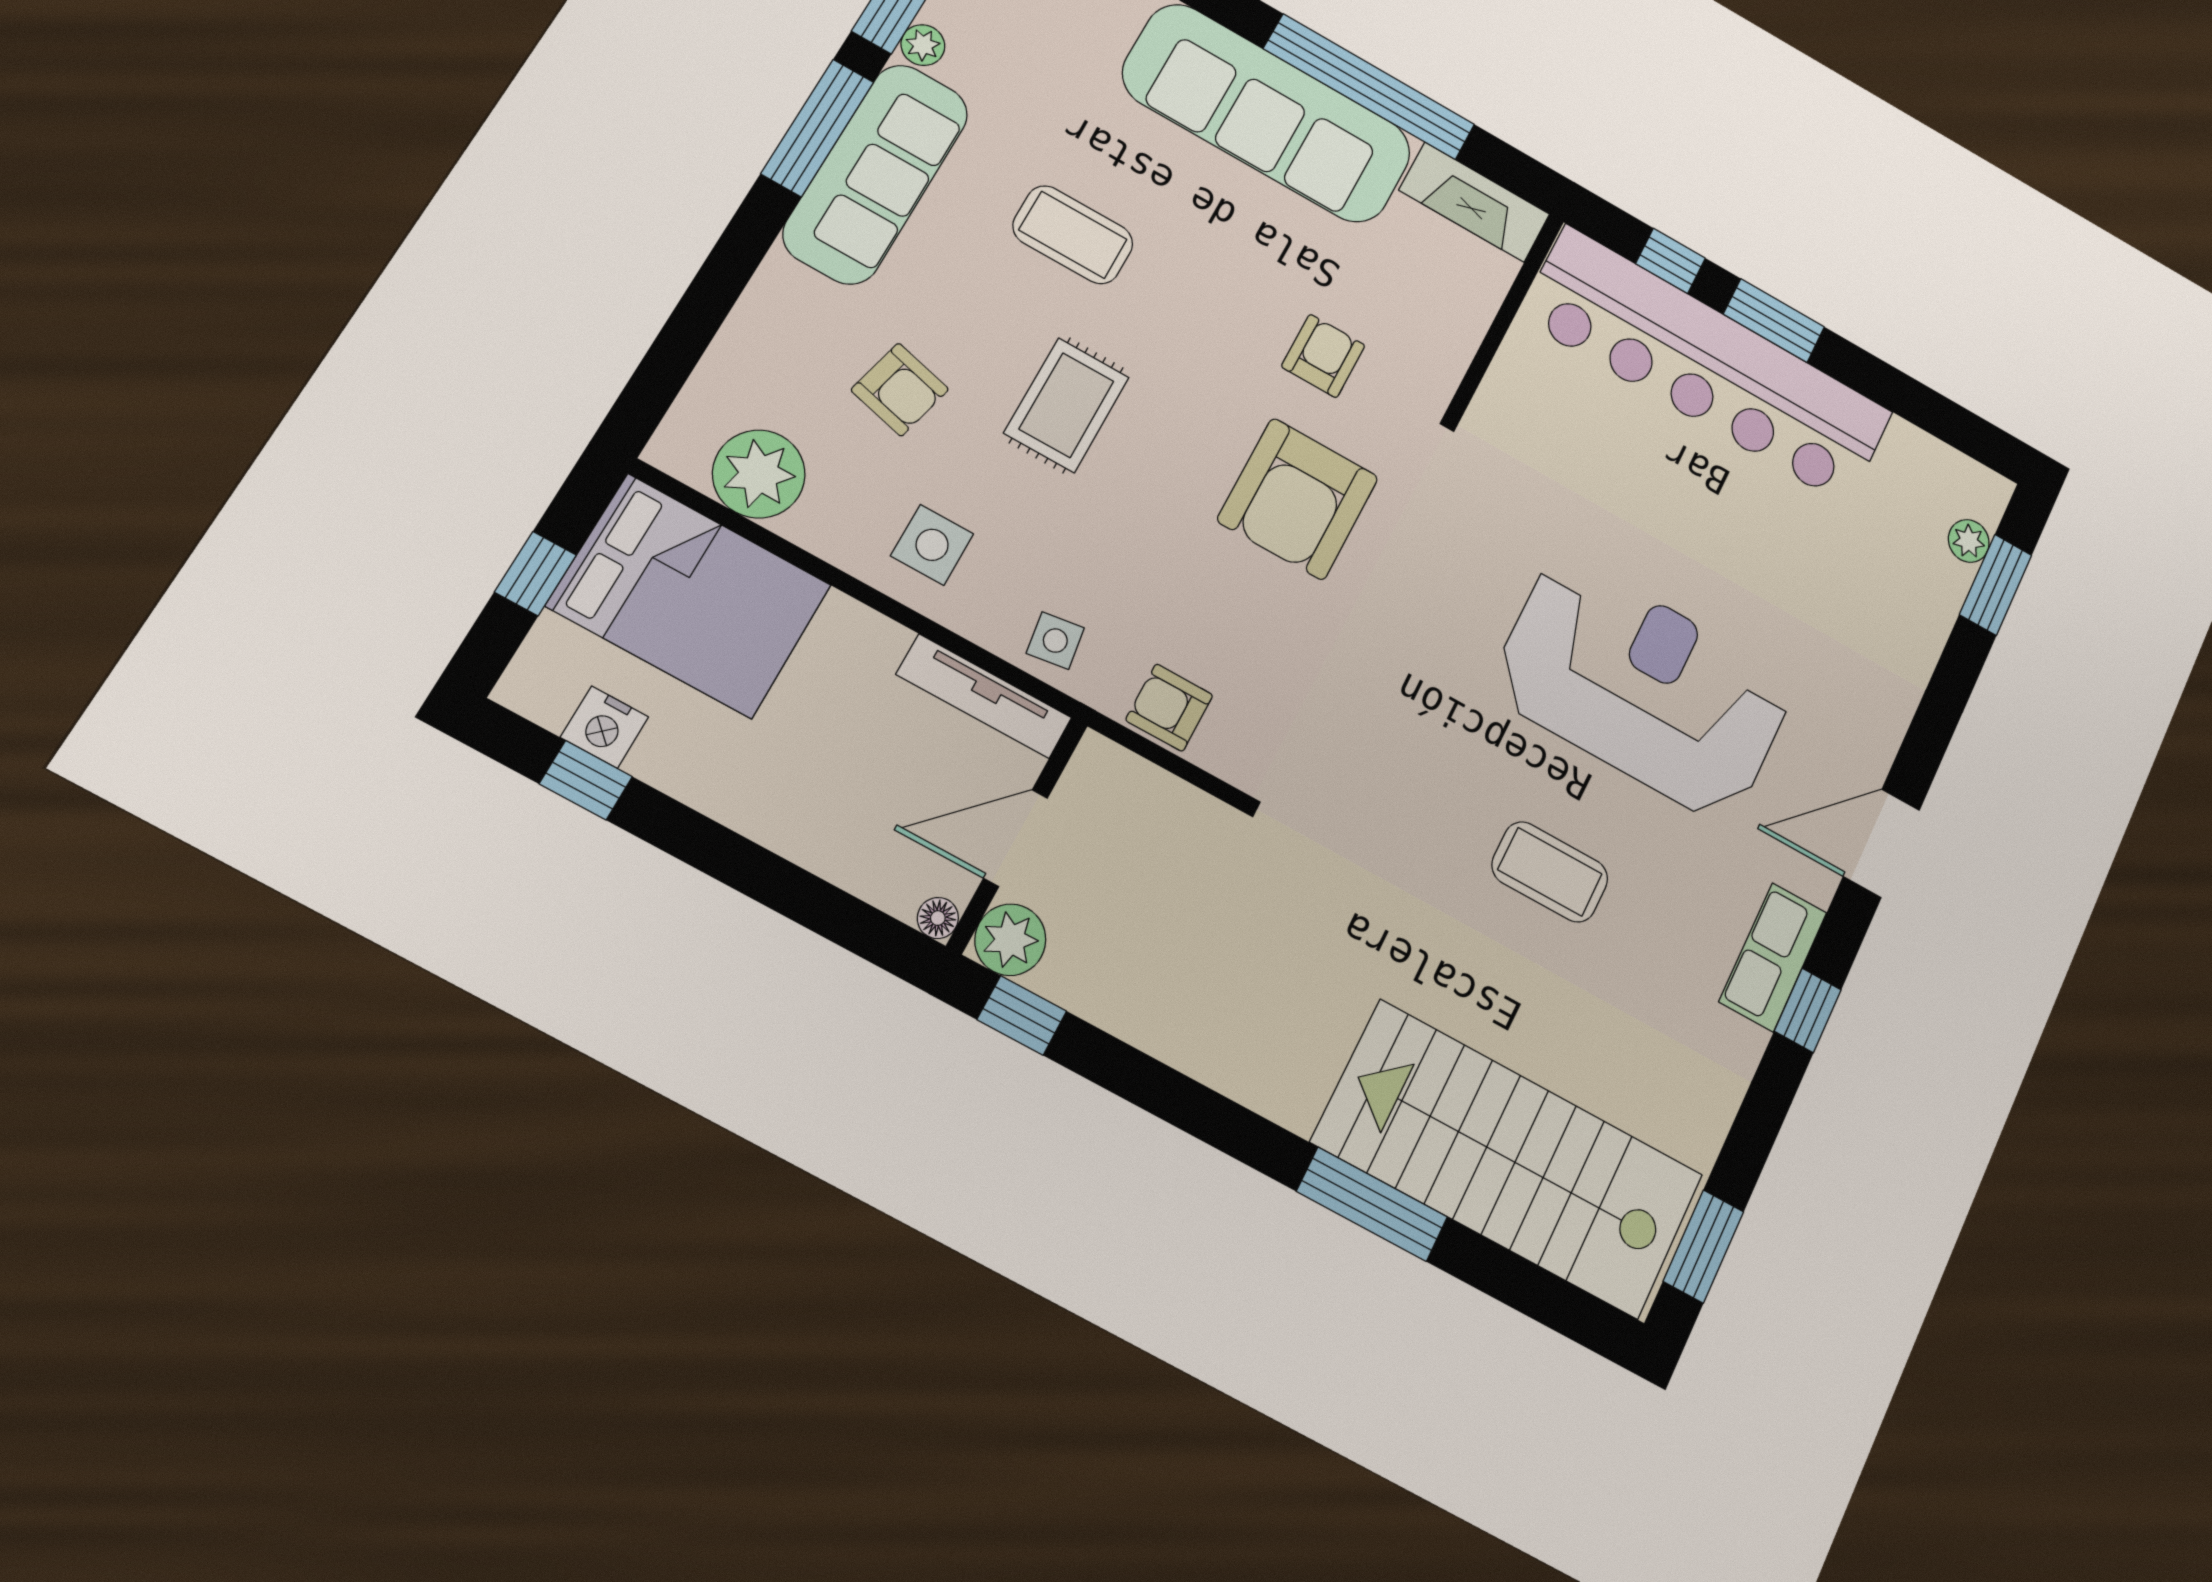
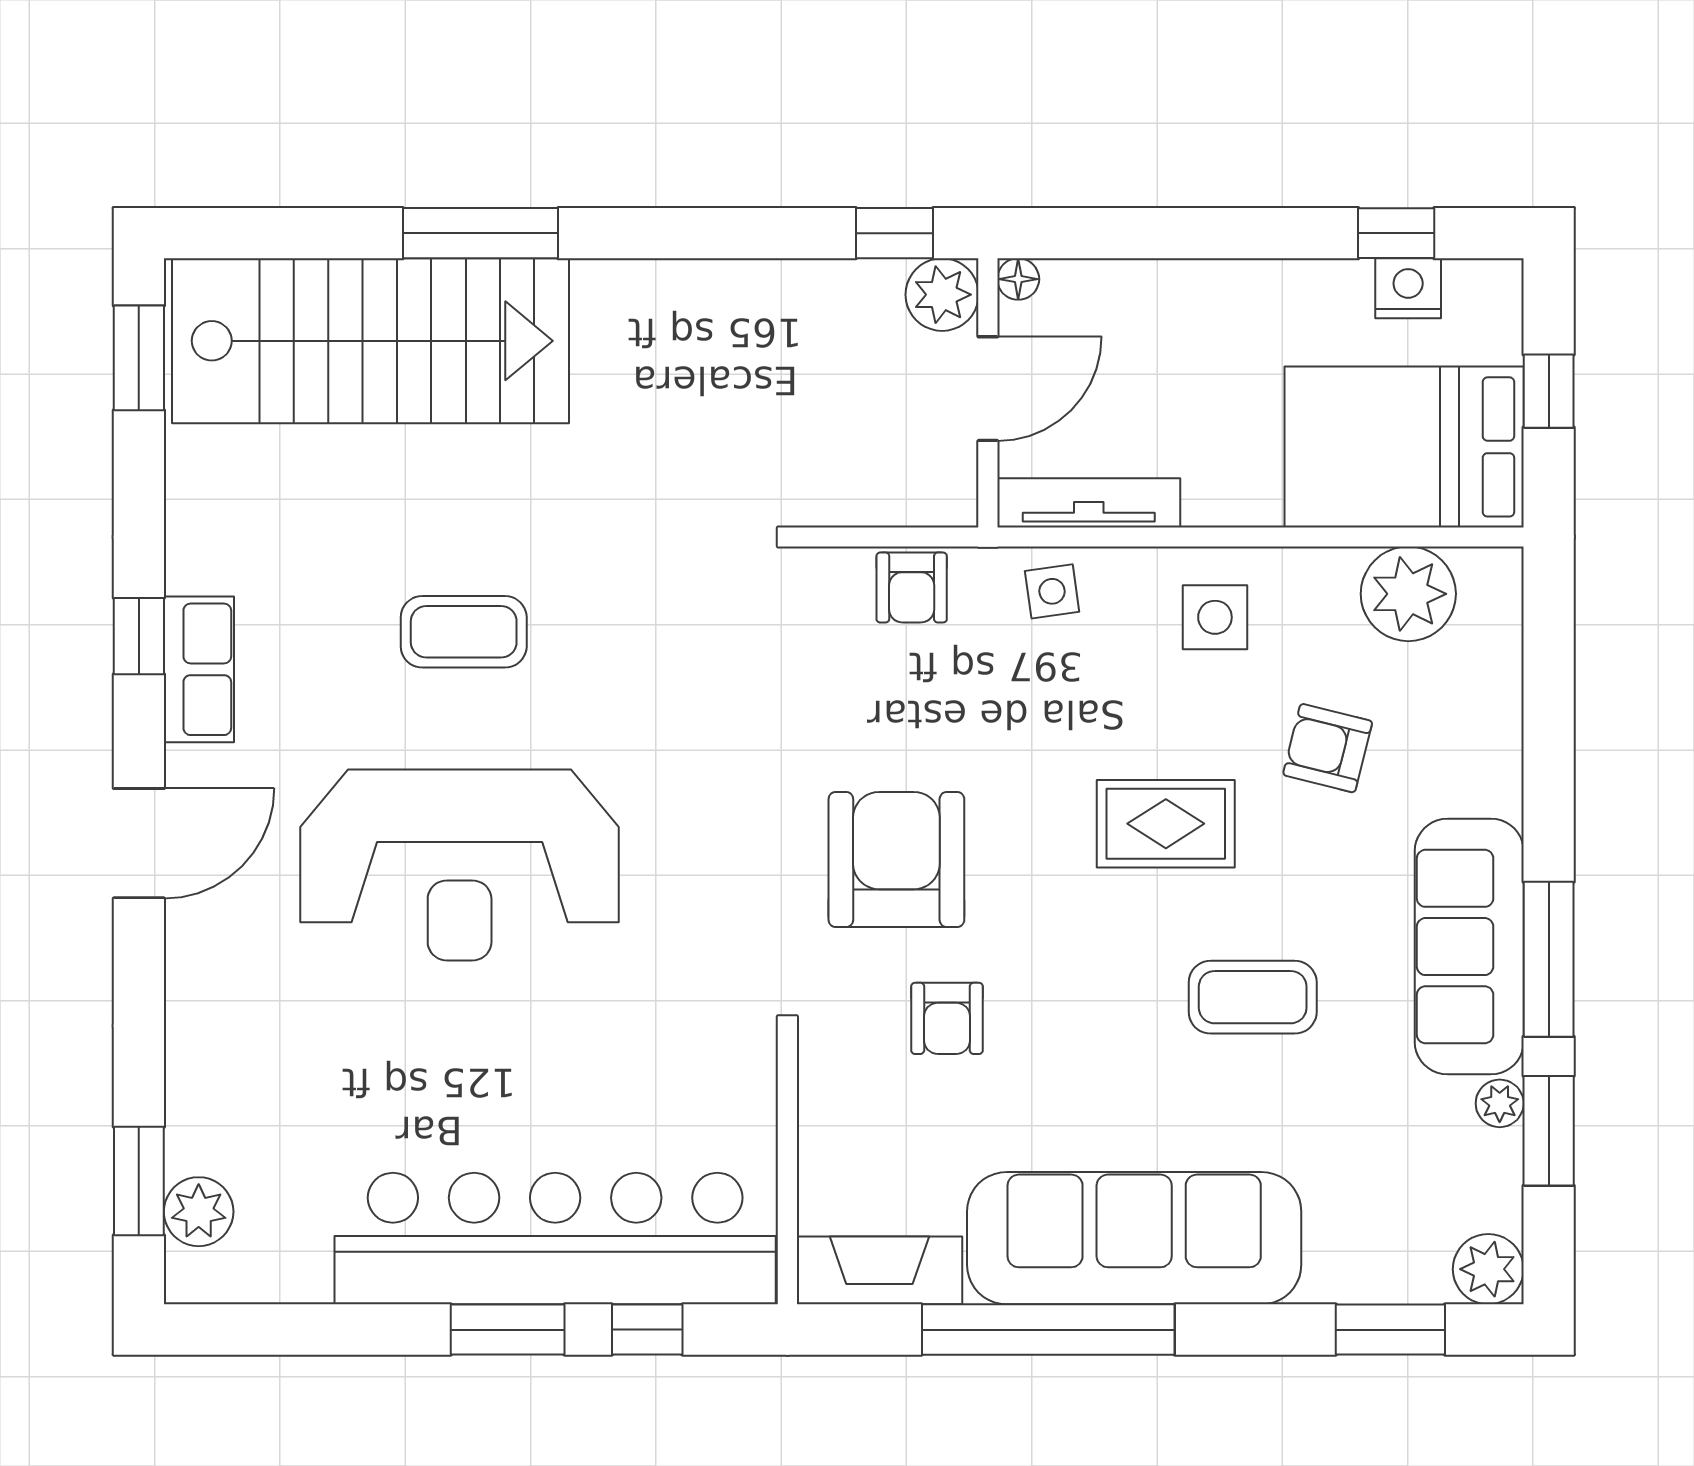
rug: (1066, 405) -> (1166, 824), turned 90
plant: (1969, 541) -> (199, 1212), width x1.38, depth x1.38
armchair: (1169, 708) -> (912, 588), turned 90

